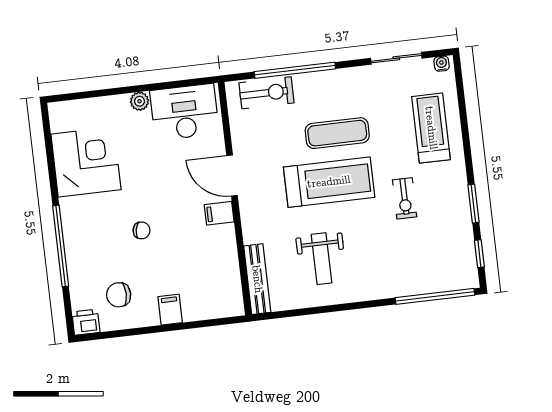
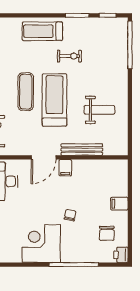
treadmill: (431, 128) -> (42, 31), moved
corner desk: (86, 162) -> (41, 244), moved
bench: (257, 279) -> (82, 150), moved

